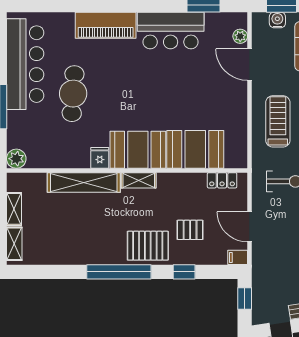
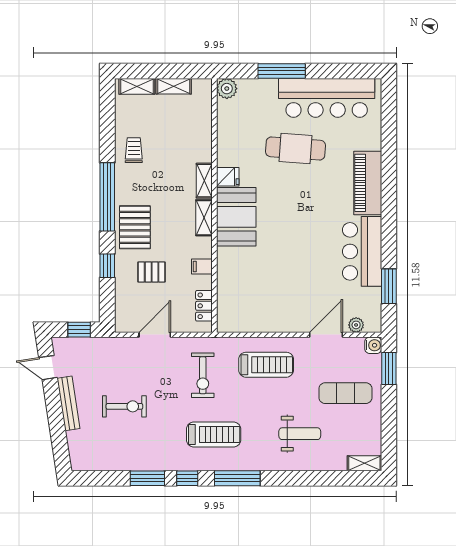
water cooler: (277, 20) -> (373, 345), moved
booth: (195, 149) -> (237, 277), removed
shelving: (84, 182) -> (204, 181), width x0.45, depth x0.75
pallet: (190, 230) -> (152, 272), turned 90
trolley: (75, 247) -> (134, 150), added
filing cabinet: (238, 257) -> (202, 266), moved, turned -90

